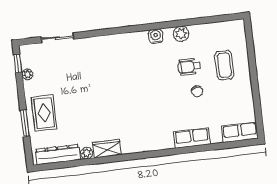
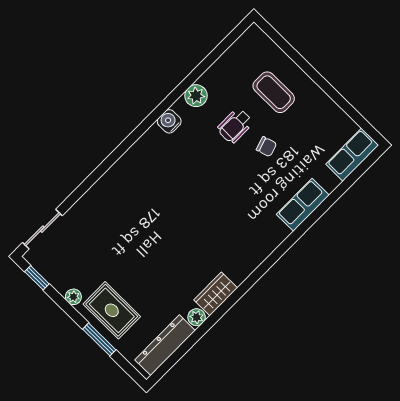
sliding door: (57, 38) -> (42, 229), moved
plant: (27, 74) -> (73, 297), moved

